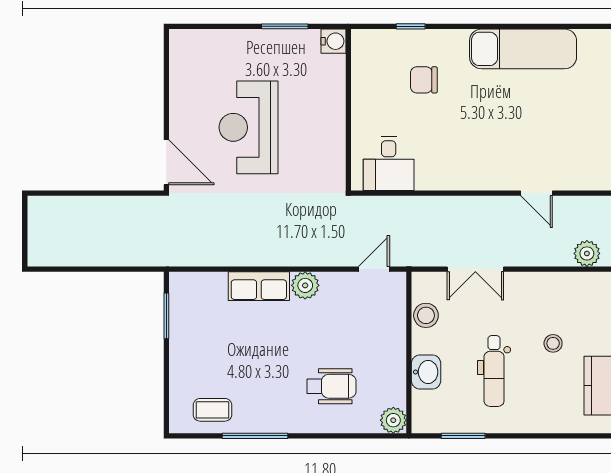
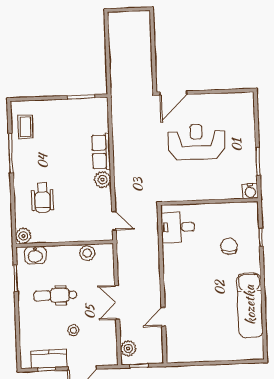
double door: (475, 269) -> (117, 302), moved
washbasin: (426, 372) -> (35, 255), moved

